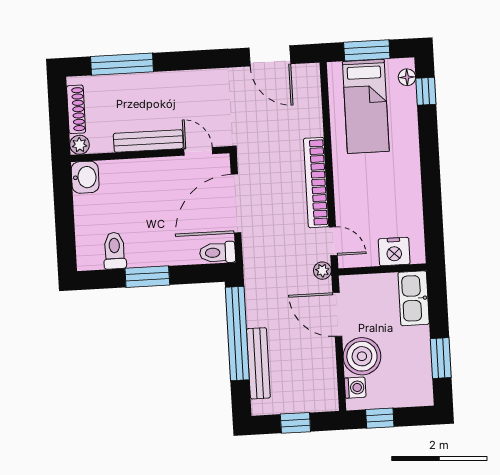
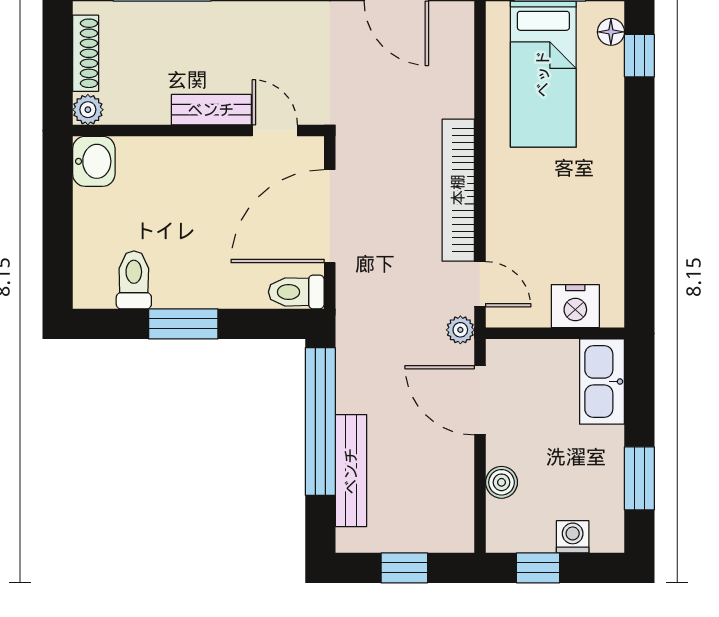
bench: (148, 141) -> (211, 110), width x0.73
boiler: (362, 356) -> (502, 482), width x0.54, depth x0.54
washing machine: (355, 388) -> (573, 537), moved, turned -90

